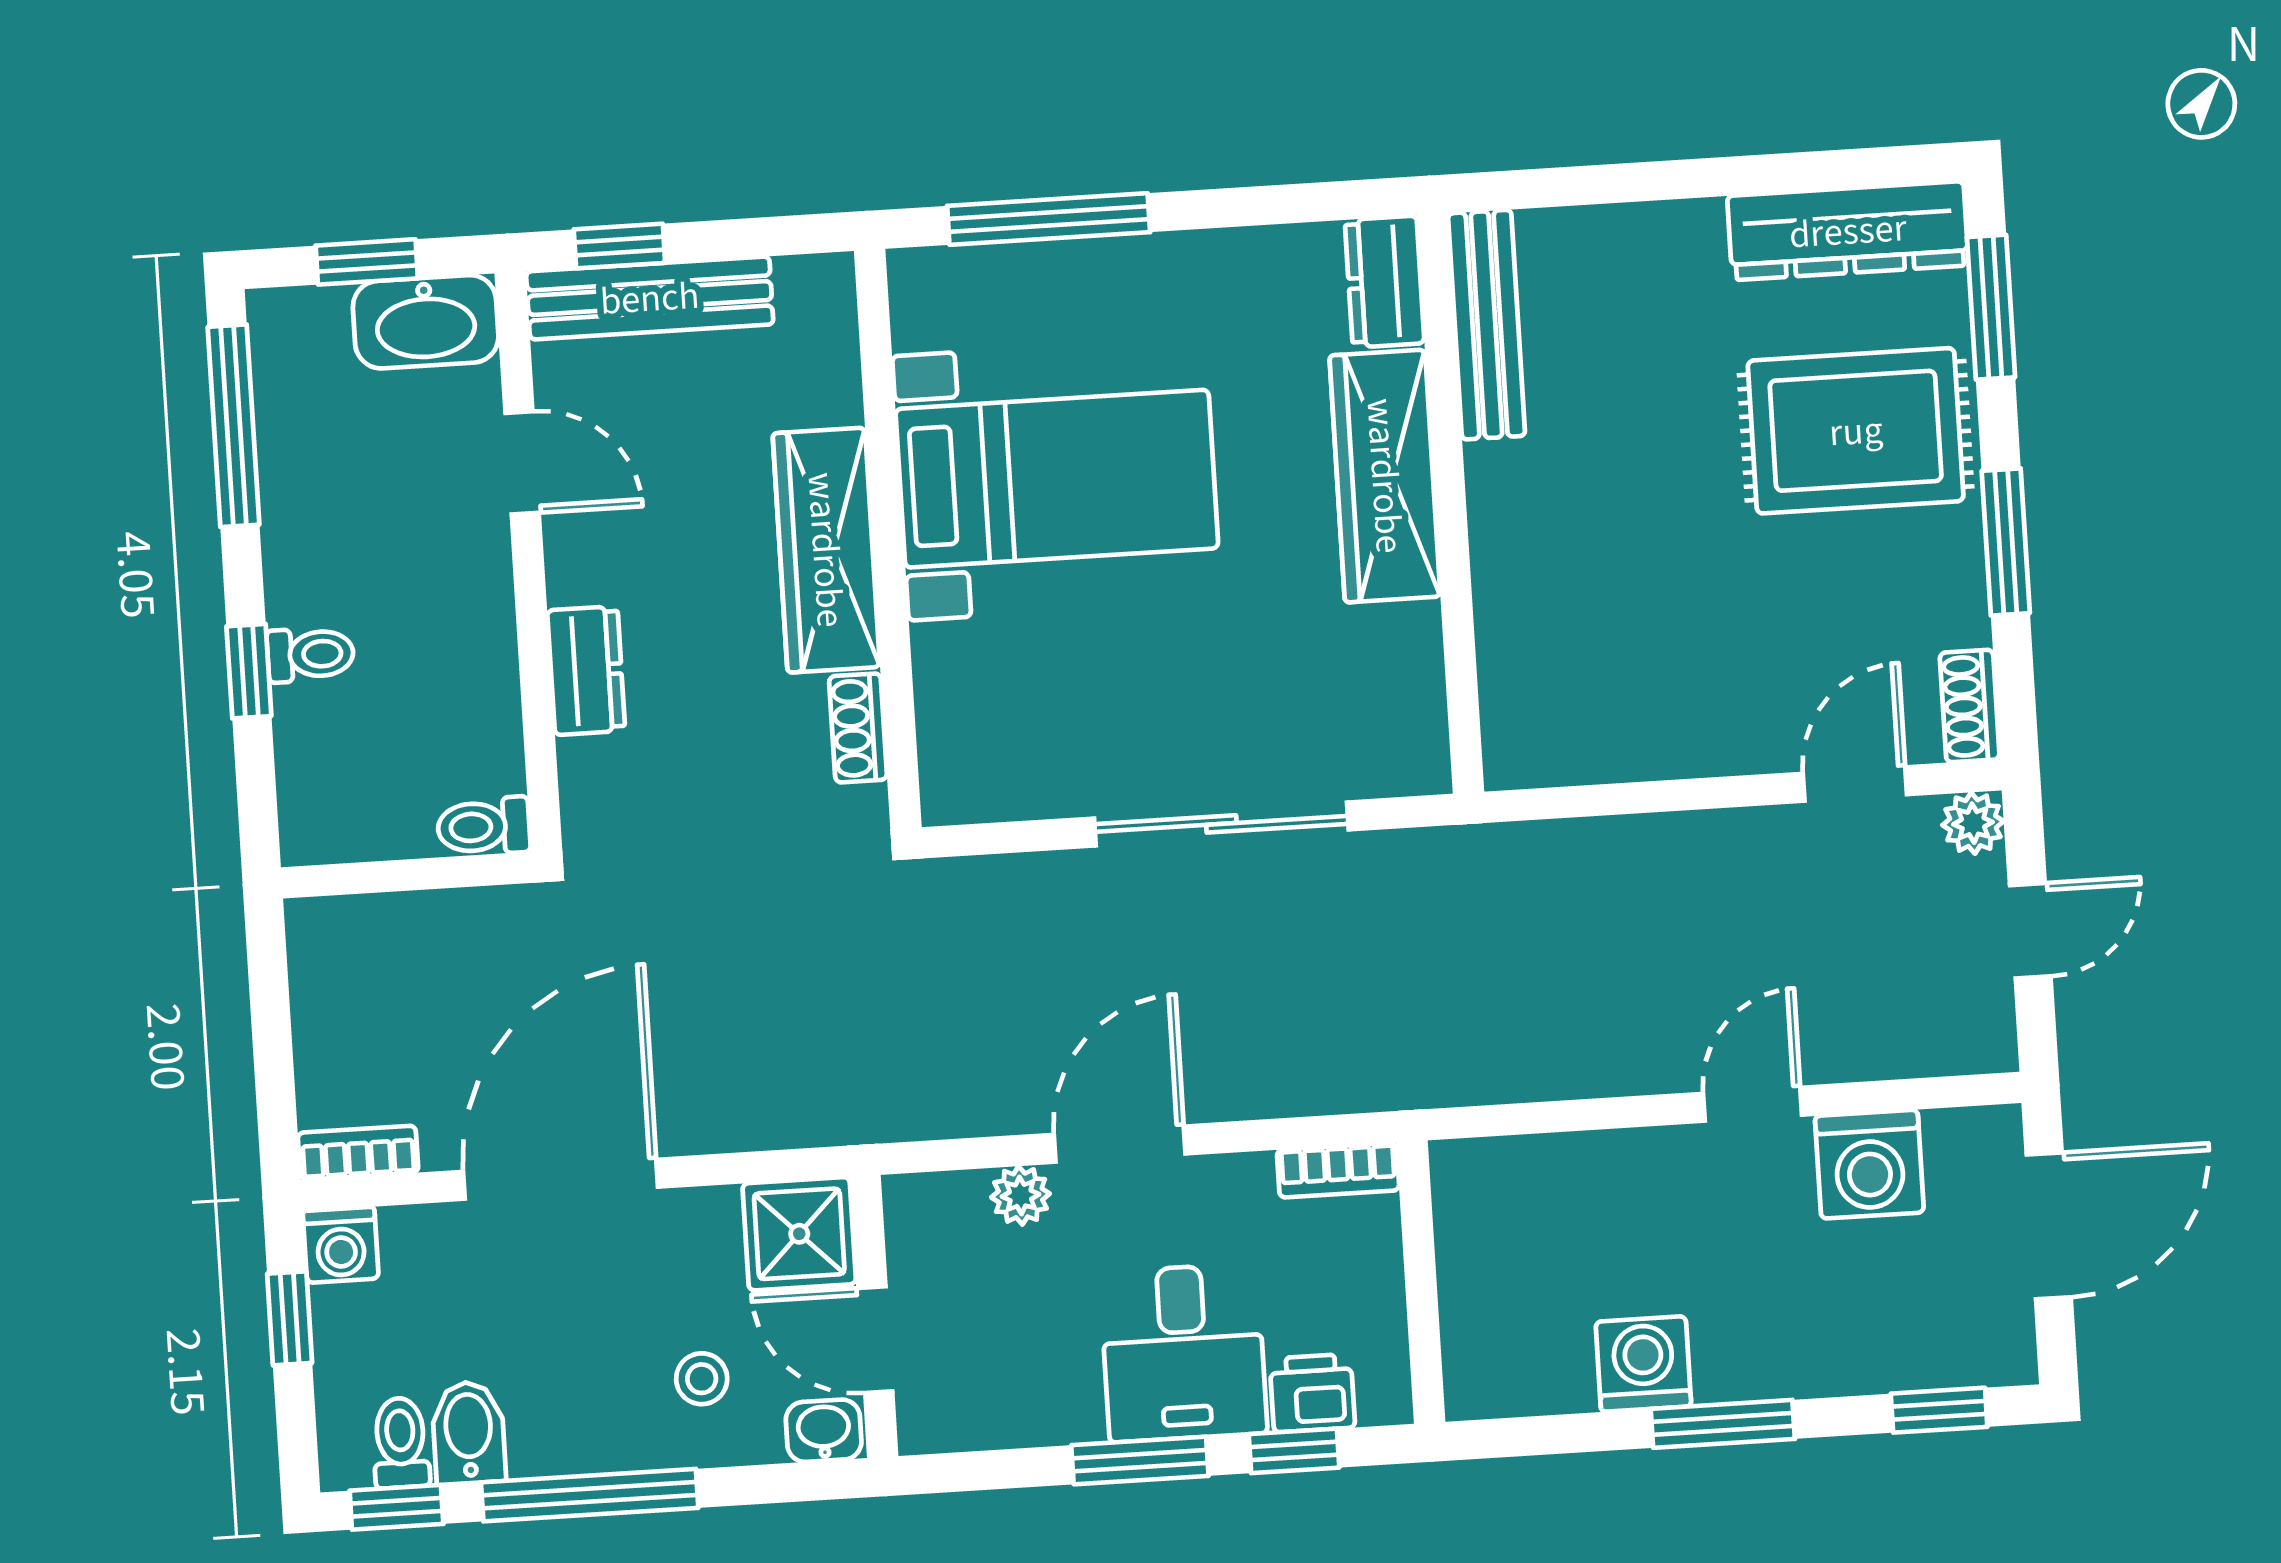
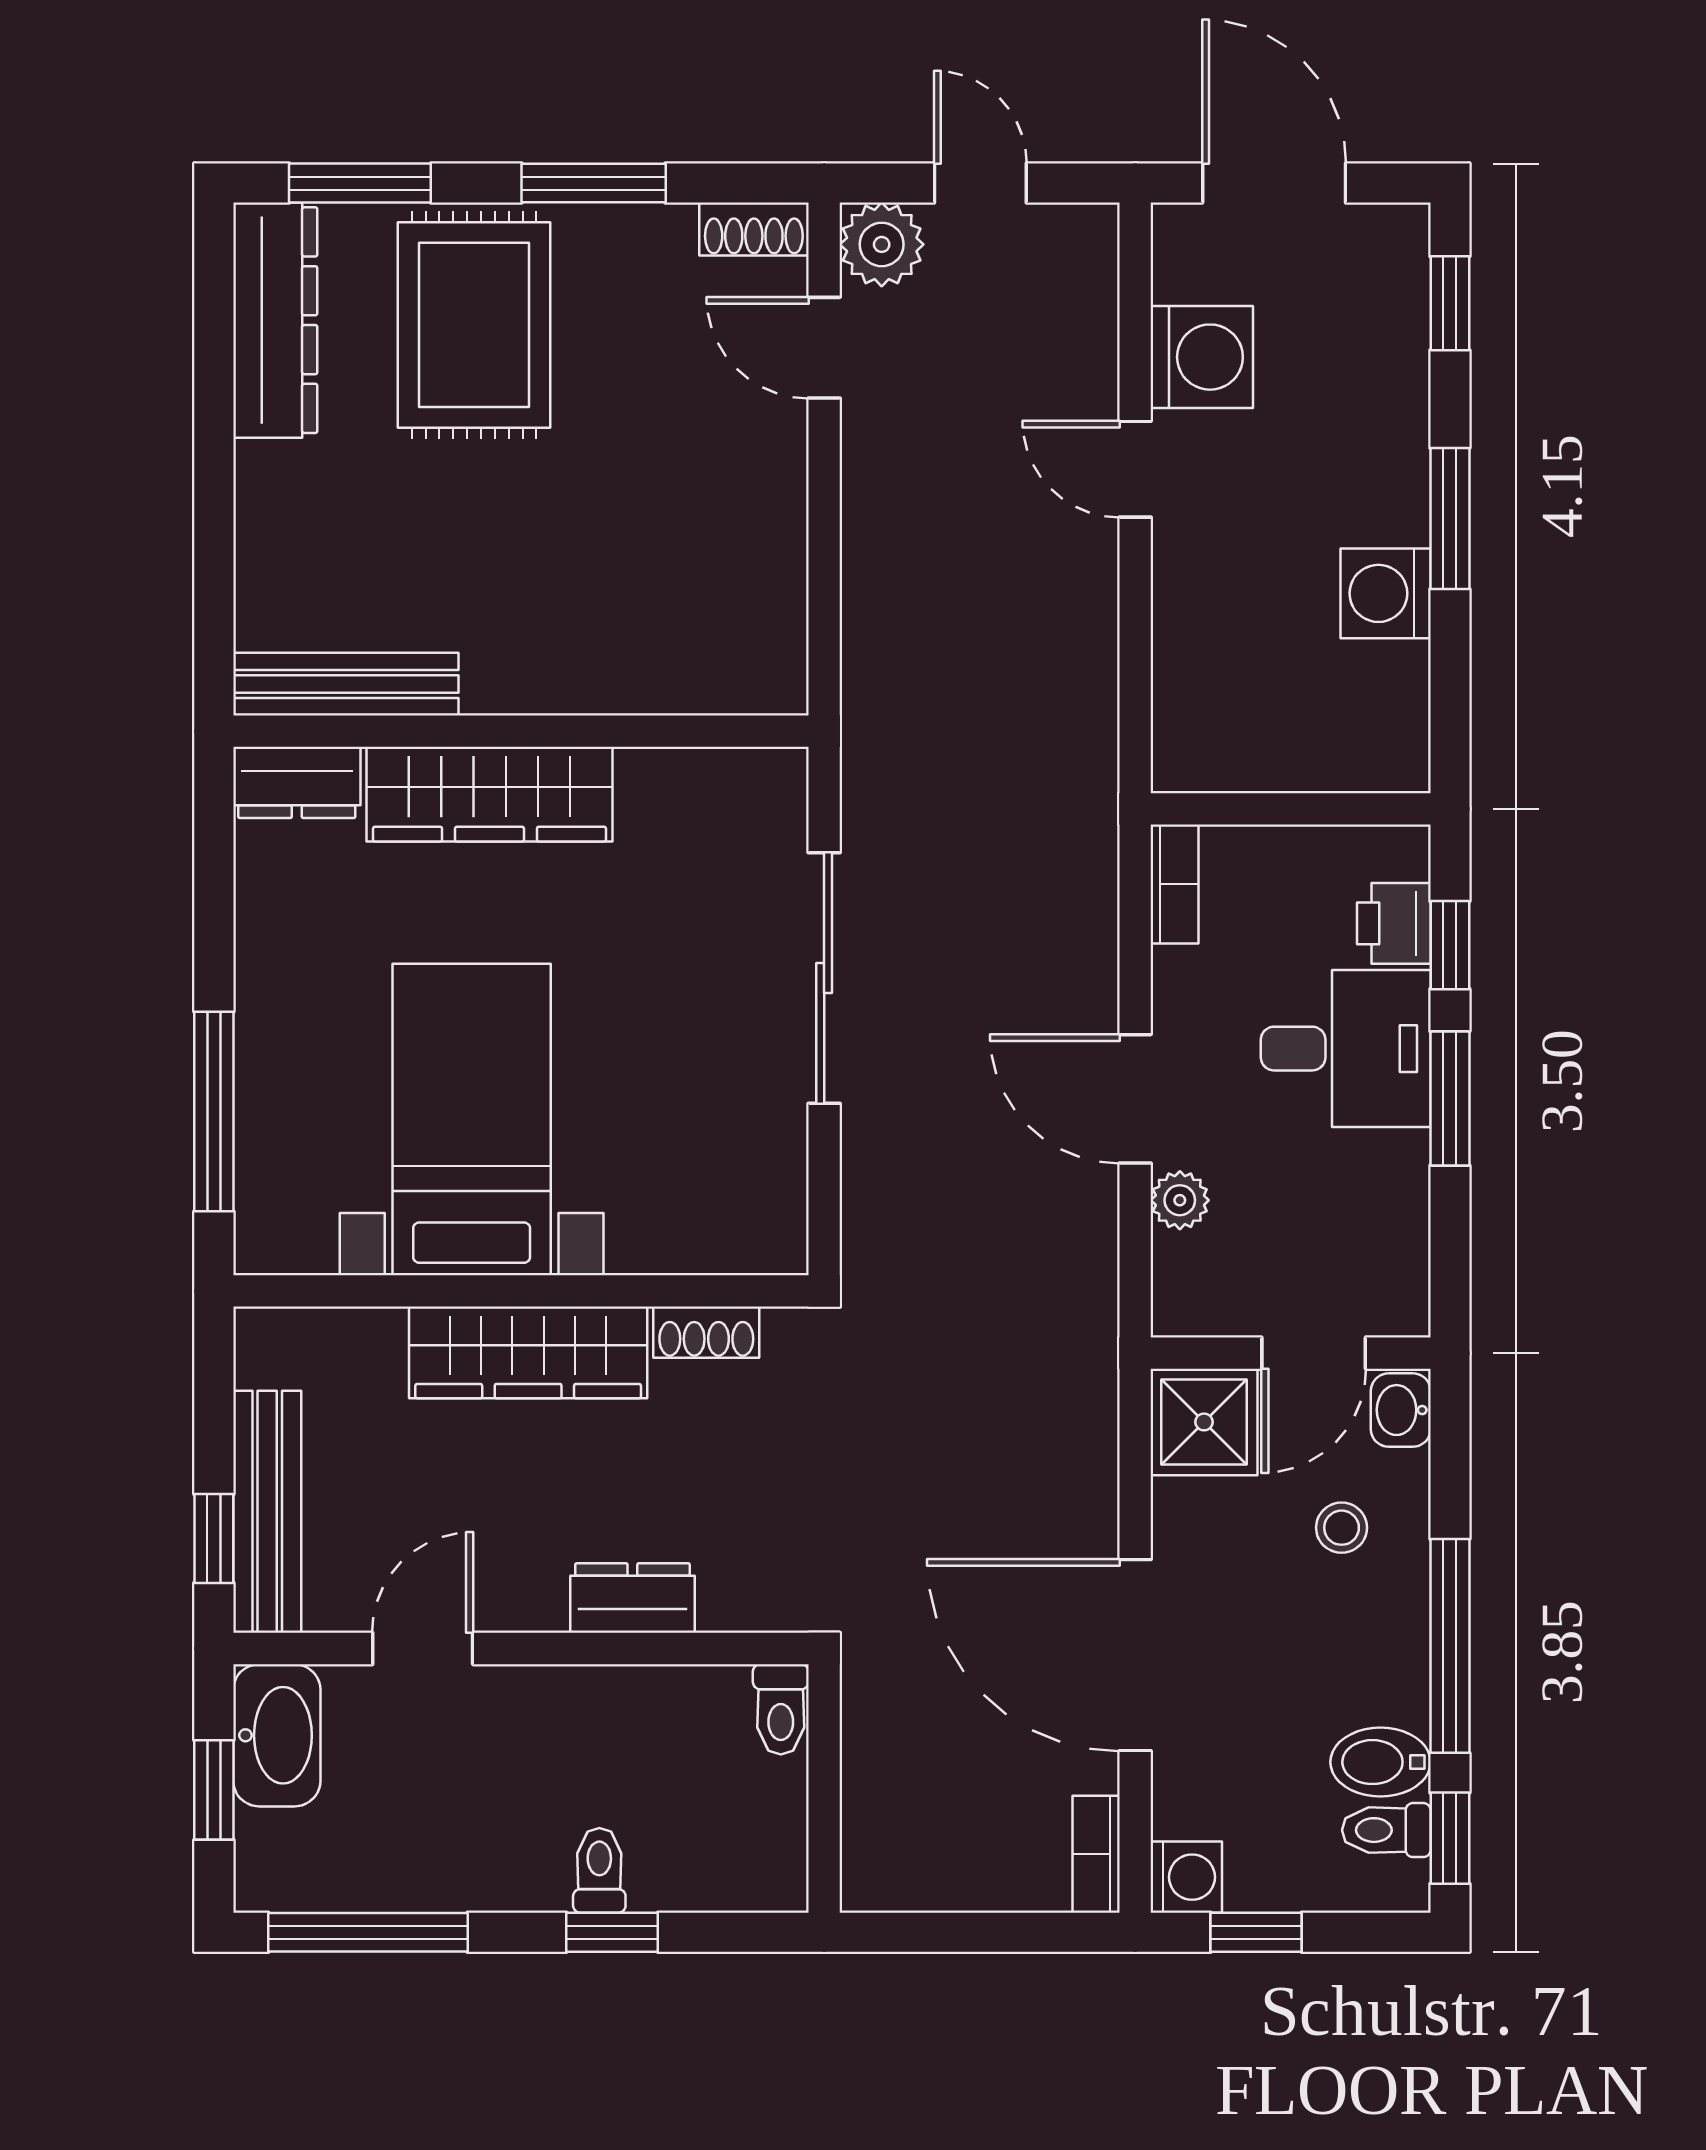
plant: (1973, 823) -> (882, 244), width x1.38, depth x1.38

